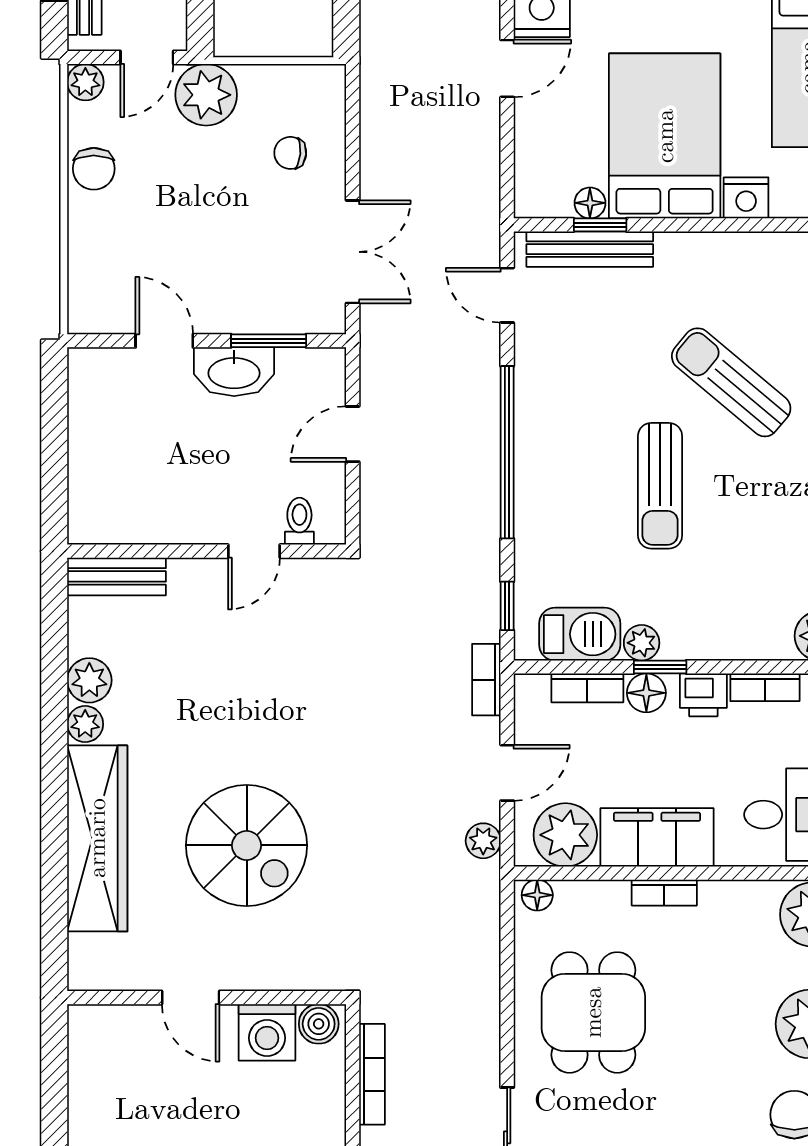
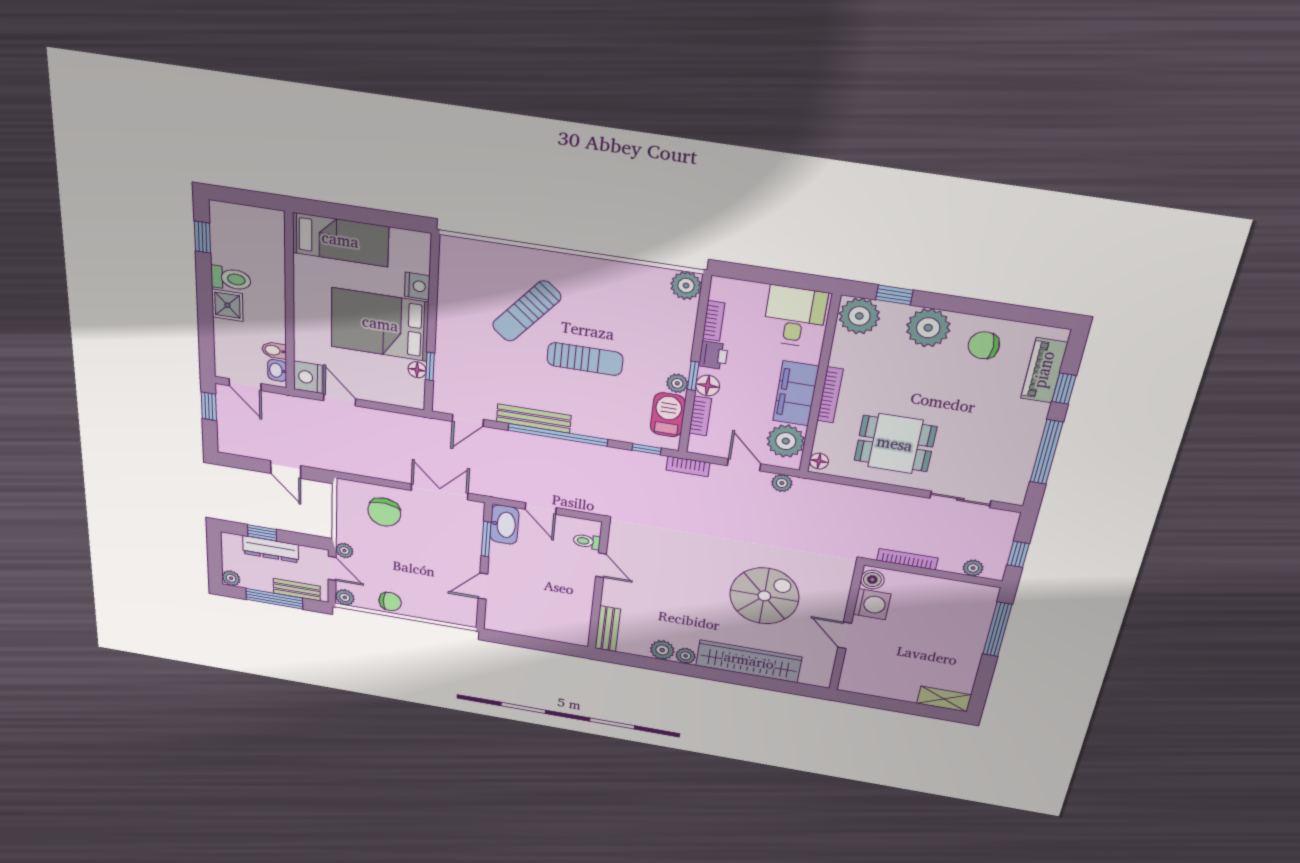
plant: (206, 95) -> (344, 551), width x0.53, depth x0.53
chair: (290, 153) -> (384, 512), width x1.87, depth x1.87
bench: (590, 249) -> (534, 419), moved, turned 90
washbasin: (234, 372) -> (504, 525), moved
bookcase: (664, 893) -> (830, 395), width x1.56
door: (191, 998) -> (845, 635), swing flipped

